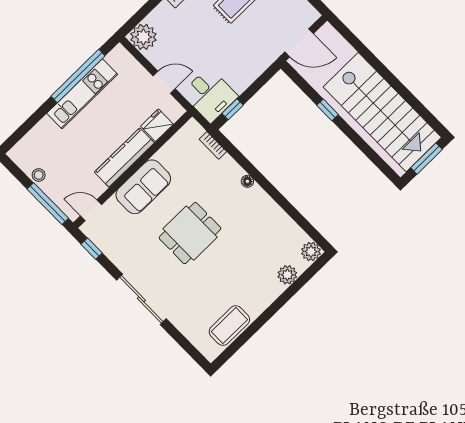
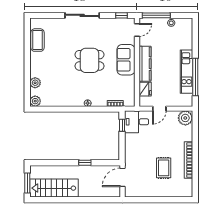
stairs: (382, 112) -> (54, 188), width x0.73, depth x0.66
dining table: (190, 233) -> (89, 60), turned 90

